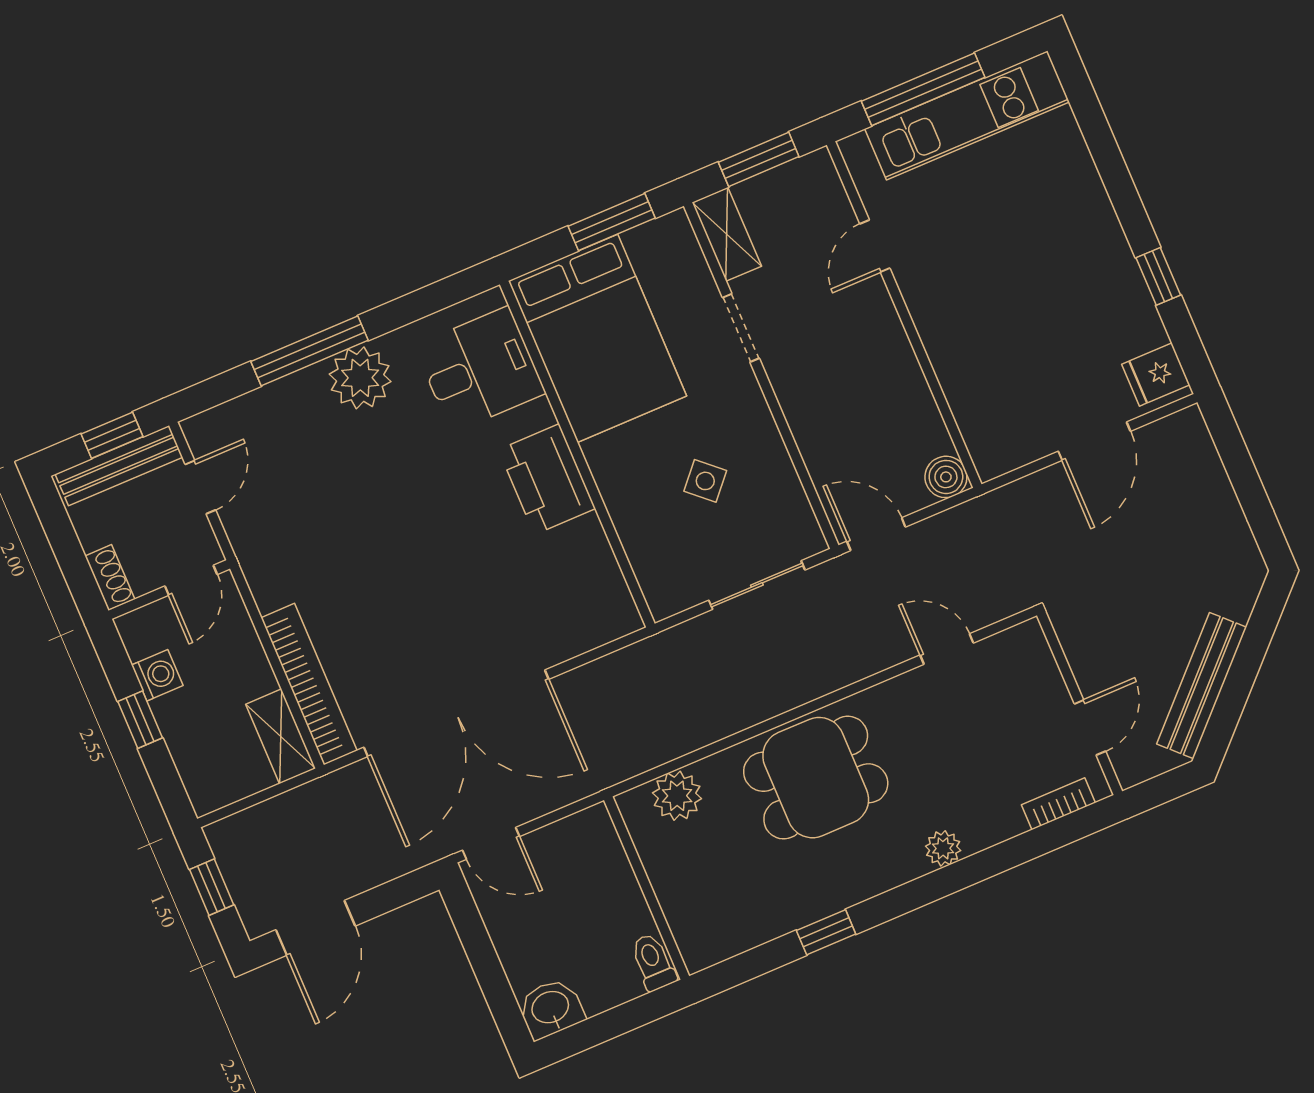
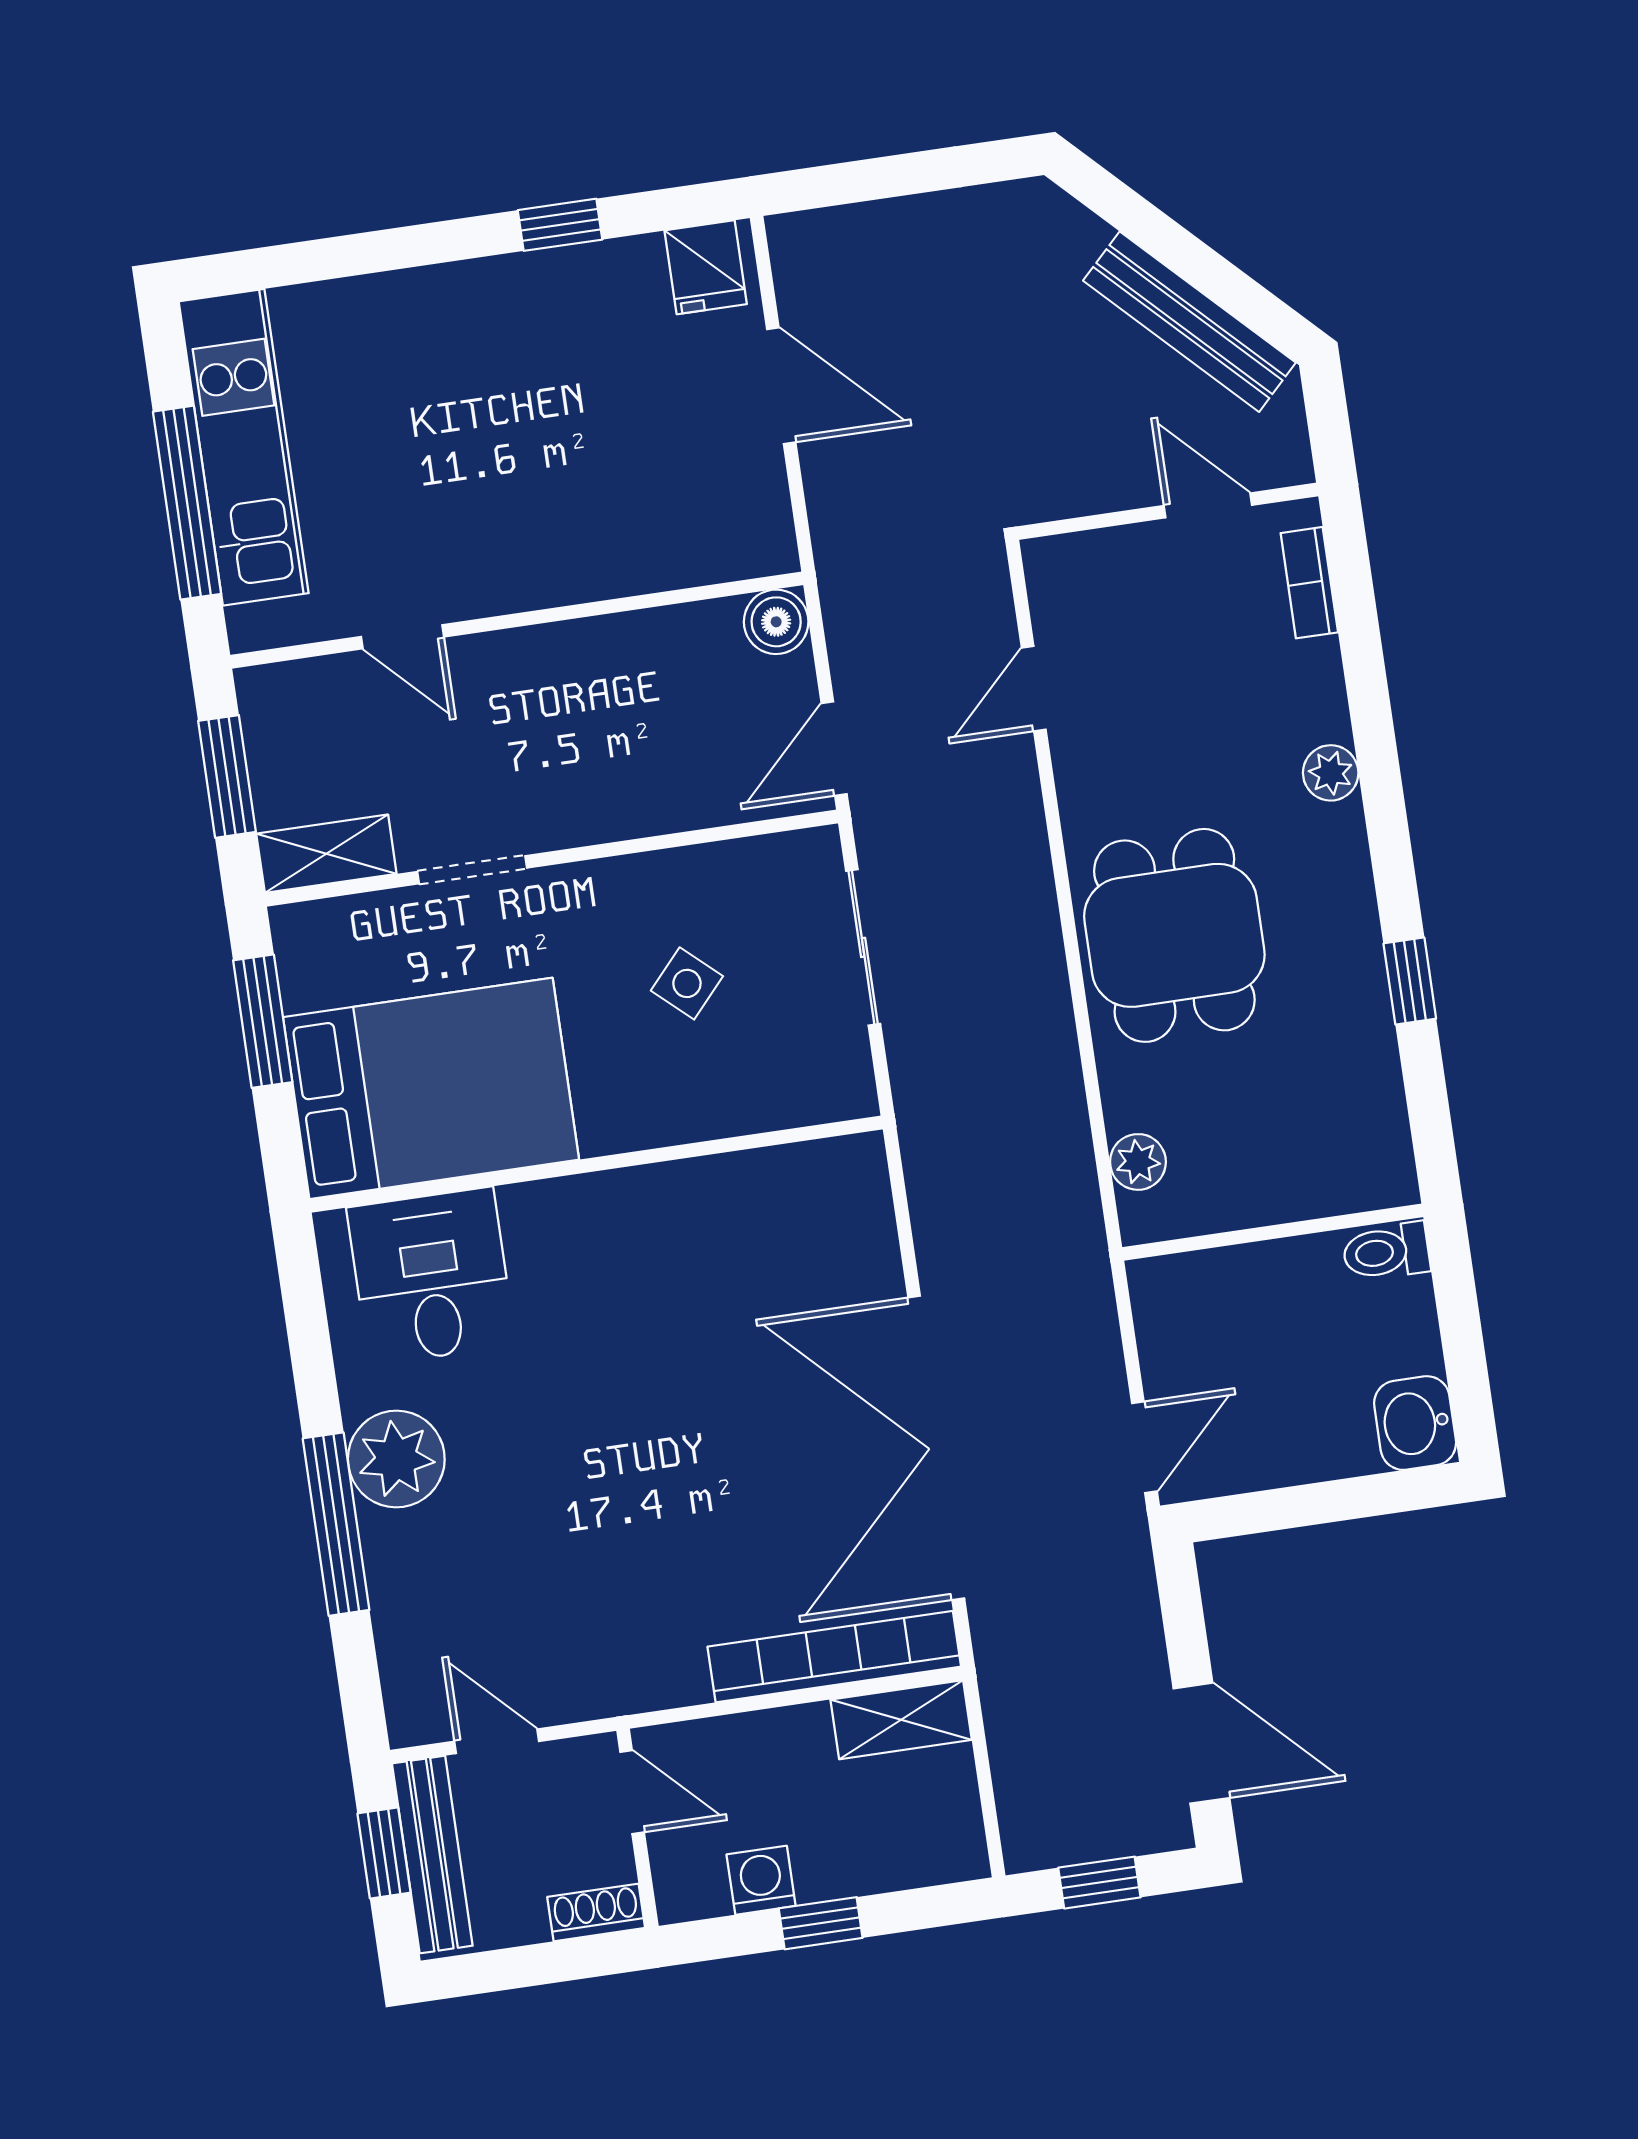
printer: (547, 479) -> (622, 1219), removed
double door: (456, 713) -> (936, 1448), swing flipped
plant: (677, 796) -> (1138, 1162), width x0.73, depth x0.73

